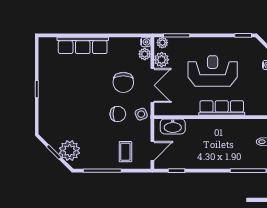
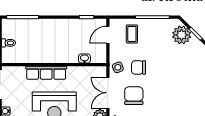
washbasin: (173, 126) -> (84, 59), width x0.52, depth x0.69

